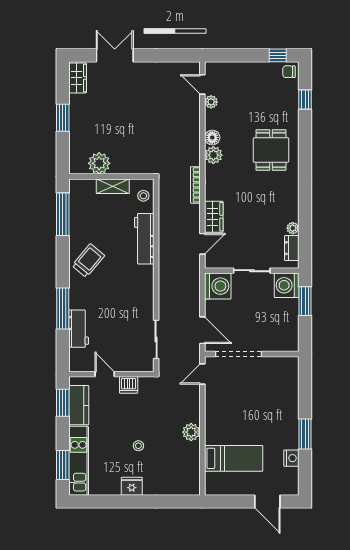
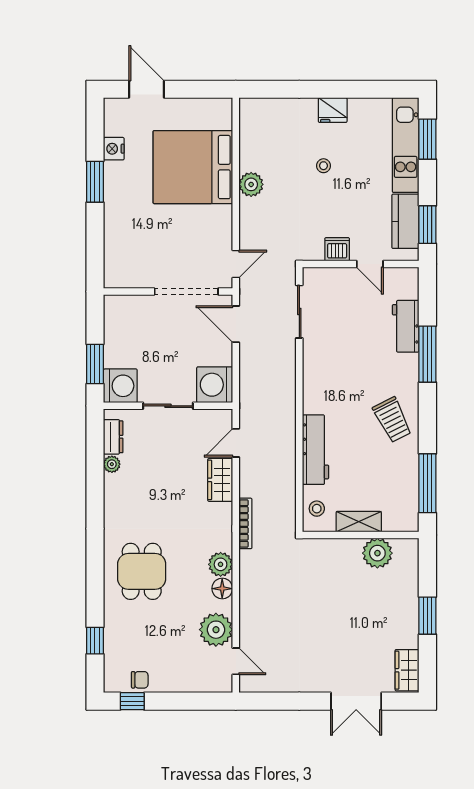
chair: (289, 72) -> (140, 680), moved
plant: (211, 102) -> (216, 630), width x1.88, depth x1.88
trolley: (88, 261) -> (392, 420), turned -67
bed: (234, 458) -> (193, 167), width x2.04

